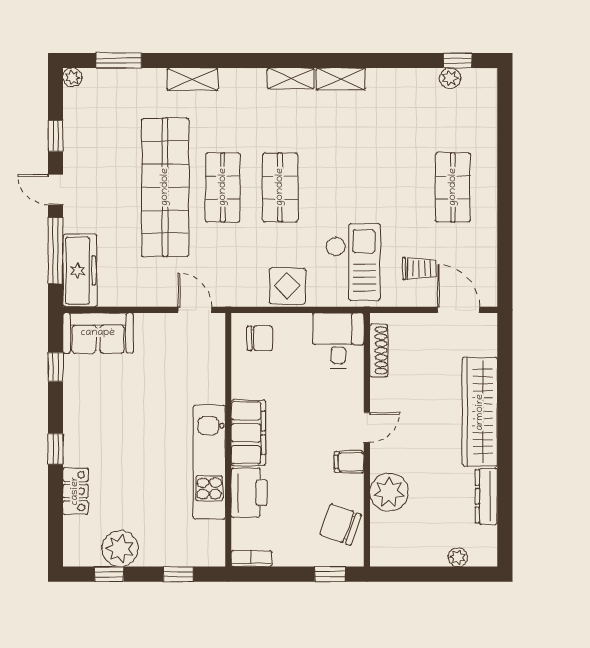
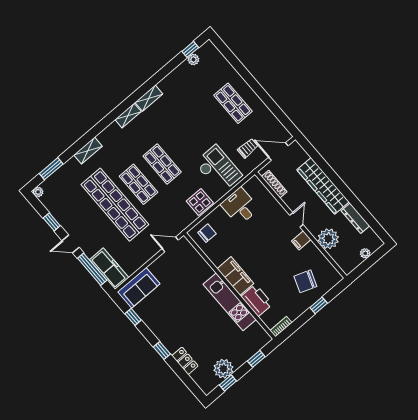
shoe rack: (379, 350) -> (274, 184), moved
door: (367, 427) -> (296, 220), moved
wall: (367, 440) -> (301, 225), moved
filing cabinet: (349, 462) -> (301, 240), moved
plant: (389, 492) -> (328, 239), moved

